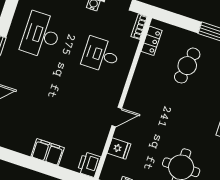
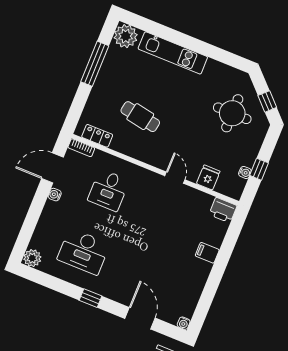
cafe table: (187, 66) -> (140, 117), moved
filing cabinet: (48, 152) -> (207, 253), width x0.50

